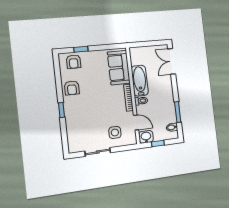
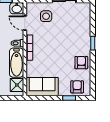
shower: (137, 58) -> (17, 85), added
sofa: (119, 68) -> (42, 87), moved, turned -90

